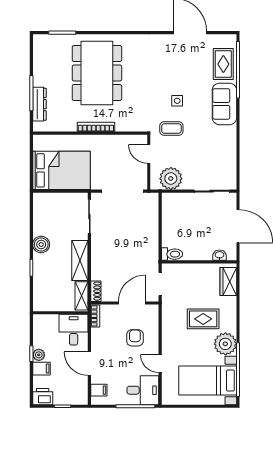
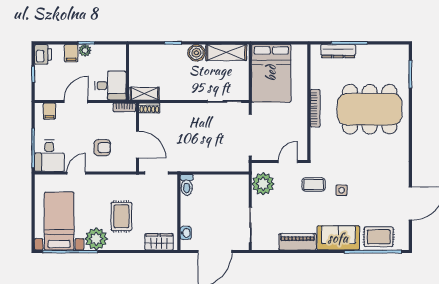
coffee table: (171, 129) -> (314, 184), turned 90
piano: (228, 144) -> (297, 242), added
shelving: (80, 260) -> (226, 52), moved

